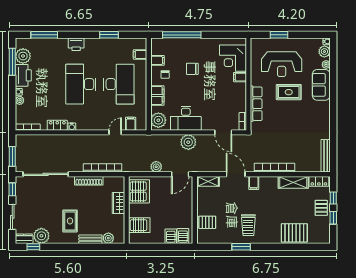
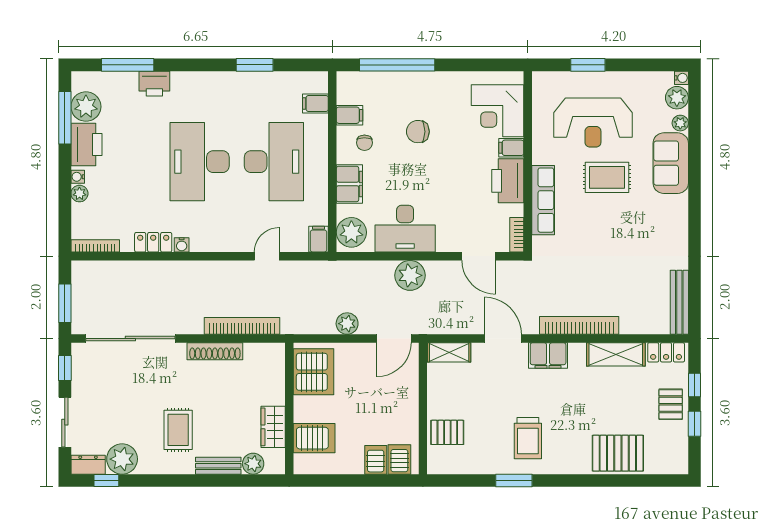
printer: (76, 44) -> (154, 84), moved
printer: (238, 94) -> (508, 181), added
filing cabinet: (131, 124) -> (319, 239), moved
filing cabinet: (254, 183) -> (548, 356), width x2.00
wardrobe: (118, 203) -> (273, 427), moved

